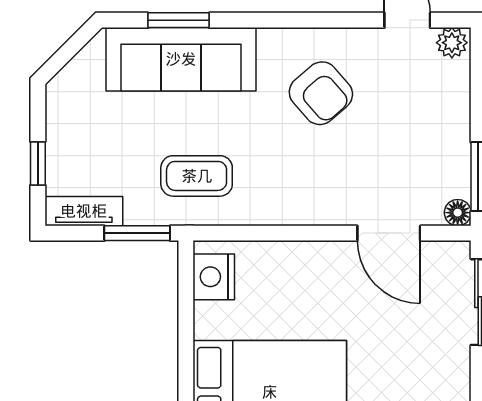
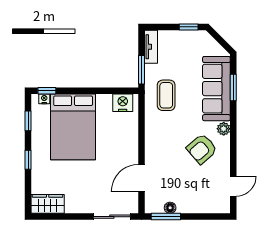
plant: (452, 43) -> (224, 129), moved
window: (38, 163) -> (189, 27), moved
floor lamp: (458, 213) -> (170, 208), moved

